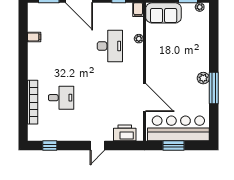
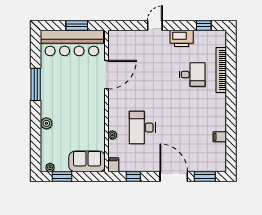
plant: (203, 78) -> (46, 123), moved
desk: (61, 98) -> (192, 75), turned 180
door: (145, 98) -> (107, 75), swing flipped
printer: (125, 133) -> (182, 38), moved

